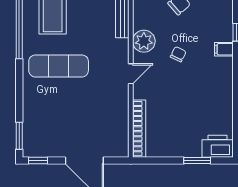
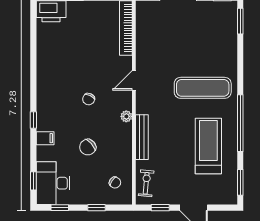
plant: (144, 41) -> (126, 116), width x0.53, depth x0.53
filing cabinet: (224, 49) -> (45, 138), moved

